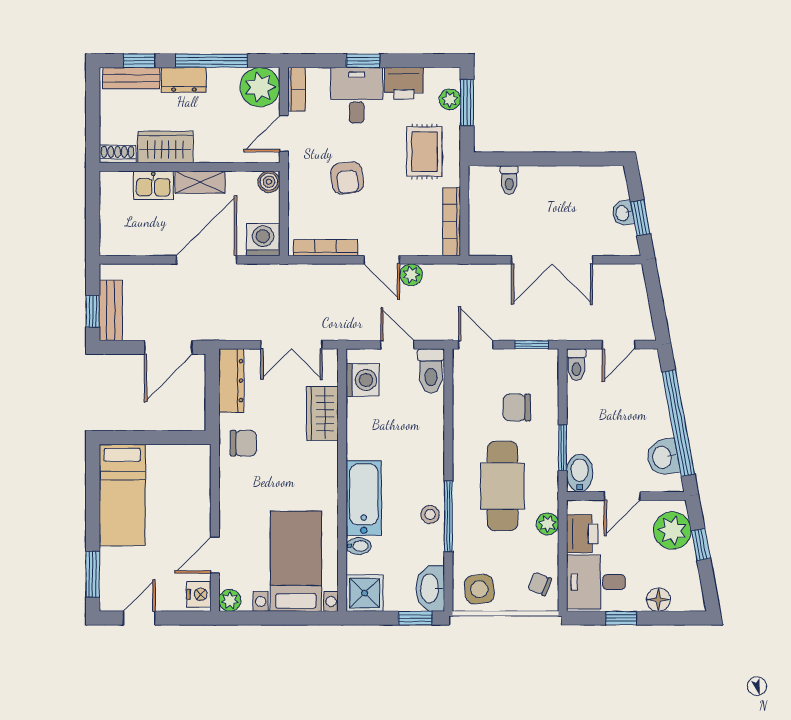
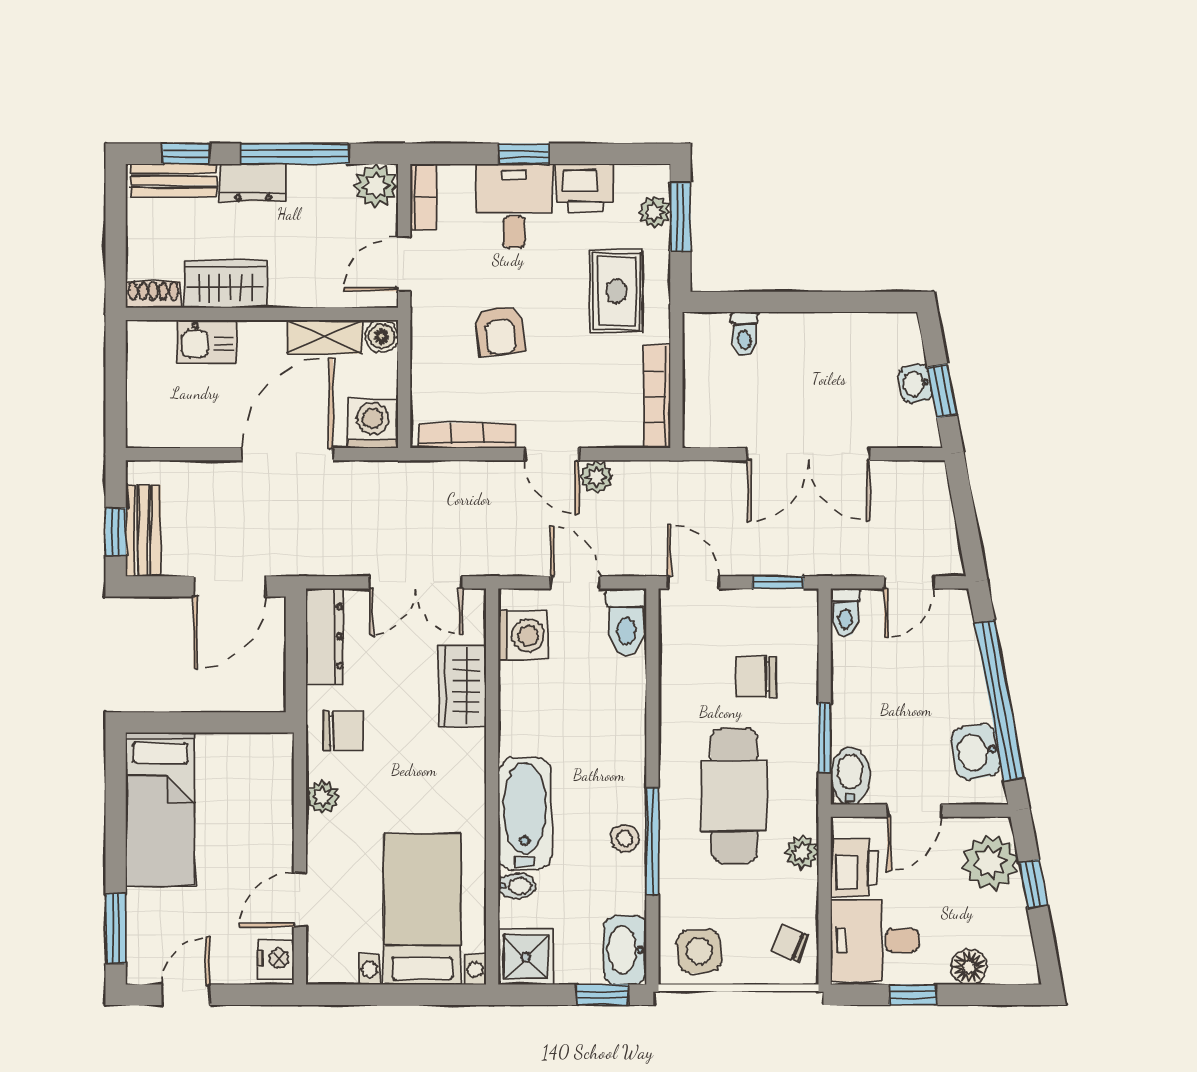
plant: (260, 87) -> (376, 186), width x0.73, depth x0.73
shelving: (200, 182) -> (324, 337), moved
plant: (230, 600) -> (323, 797), moved

